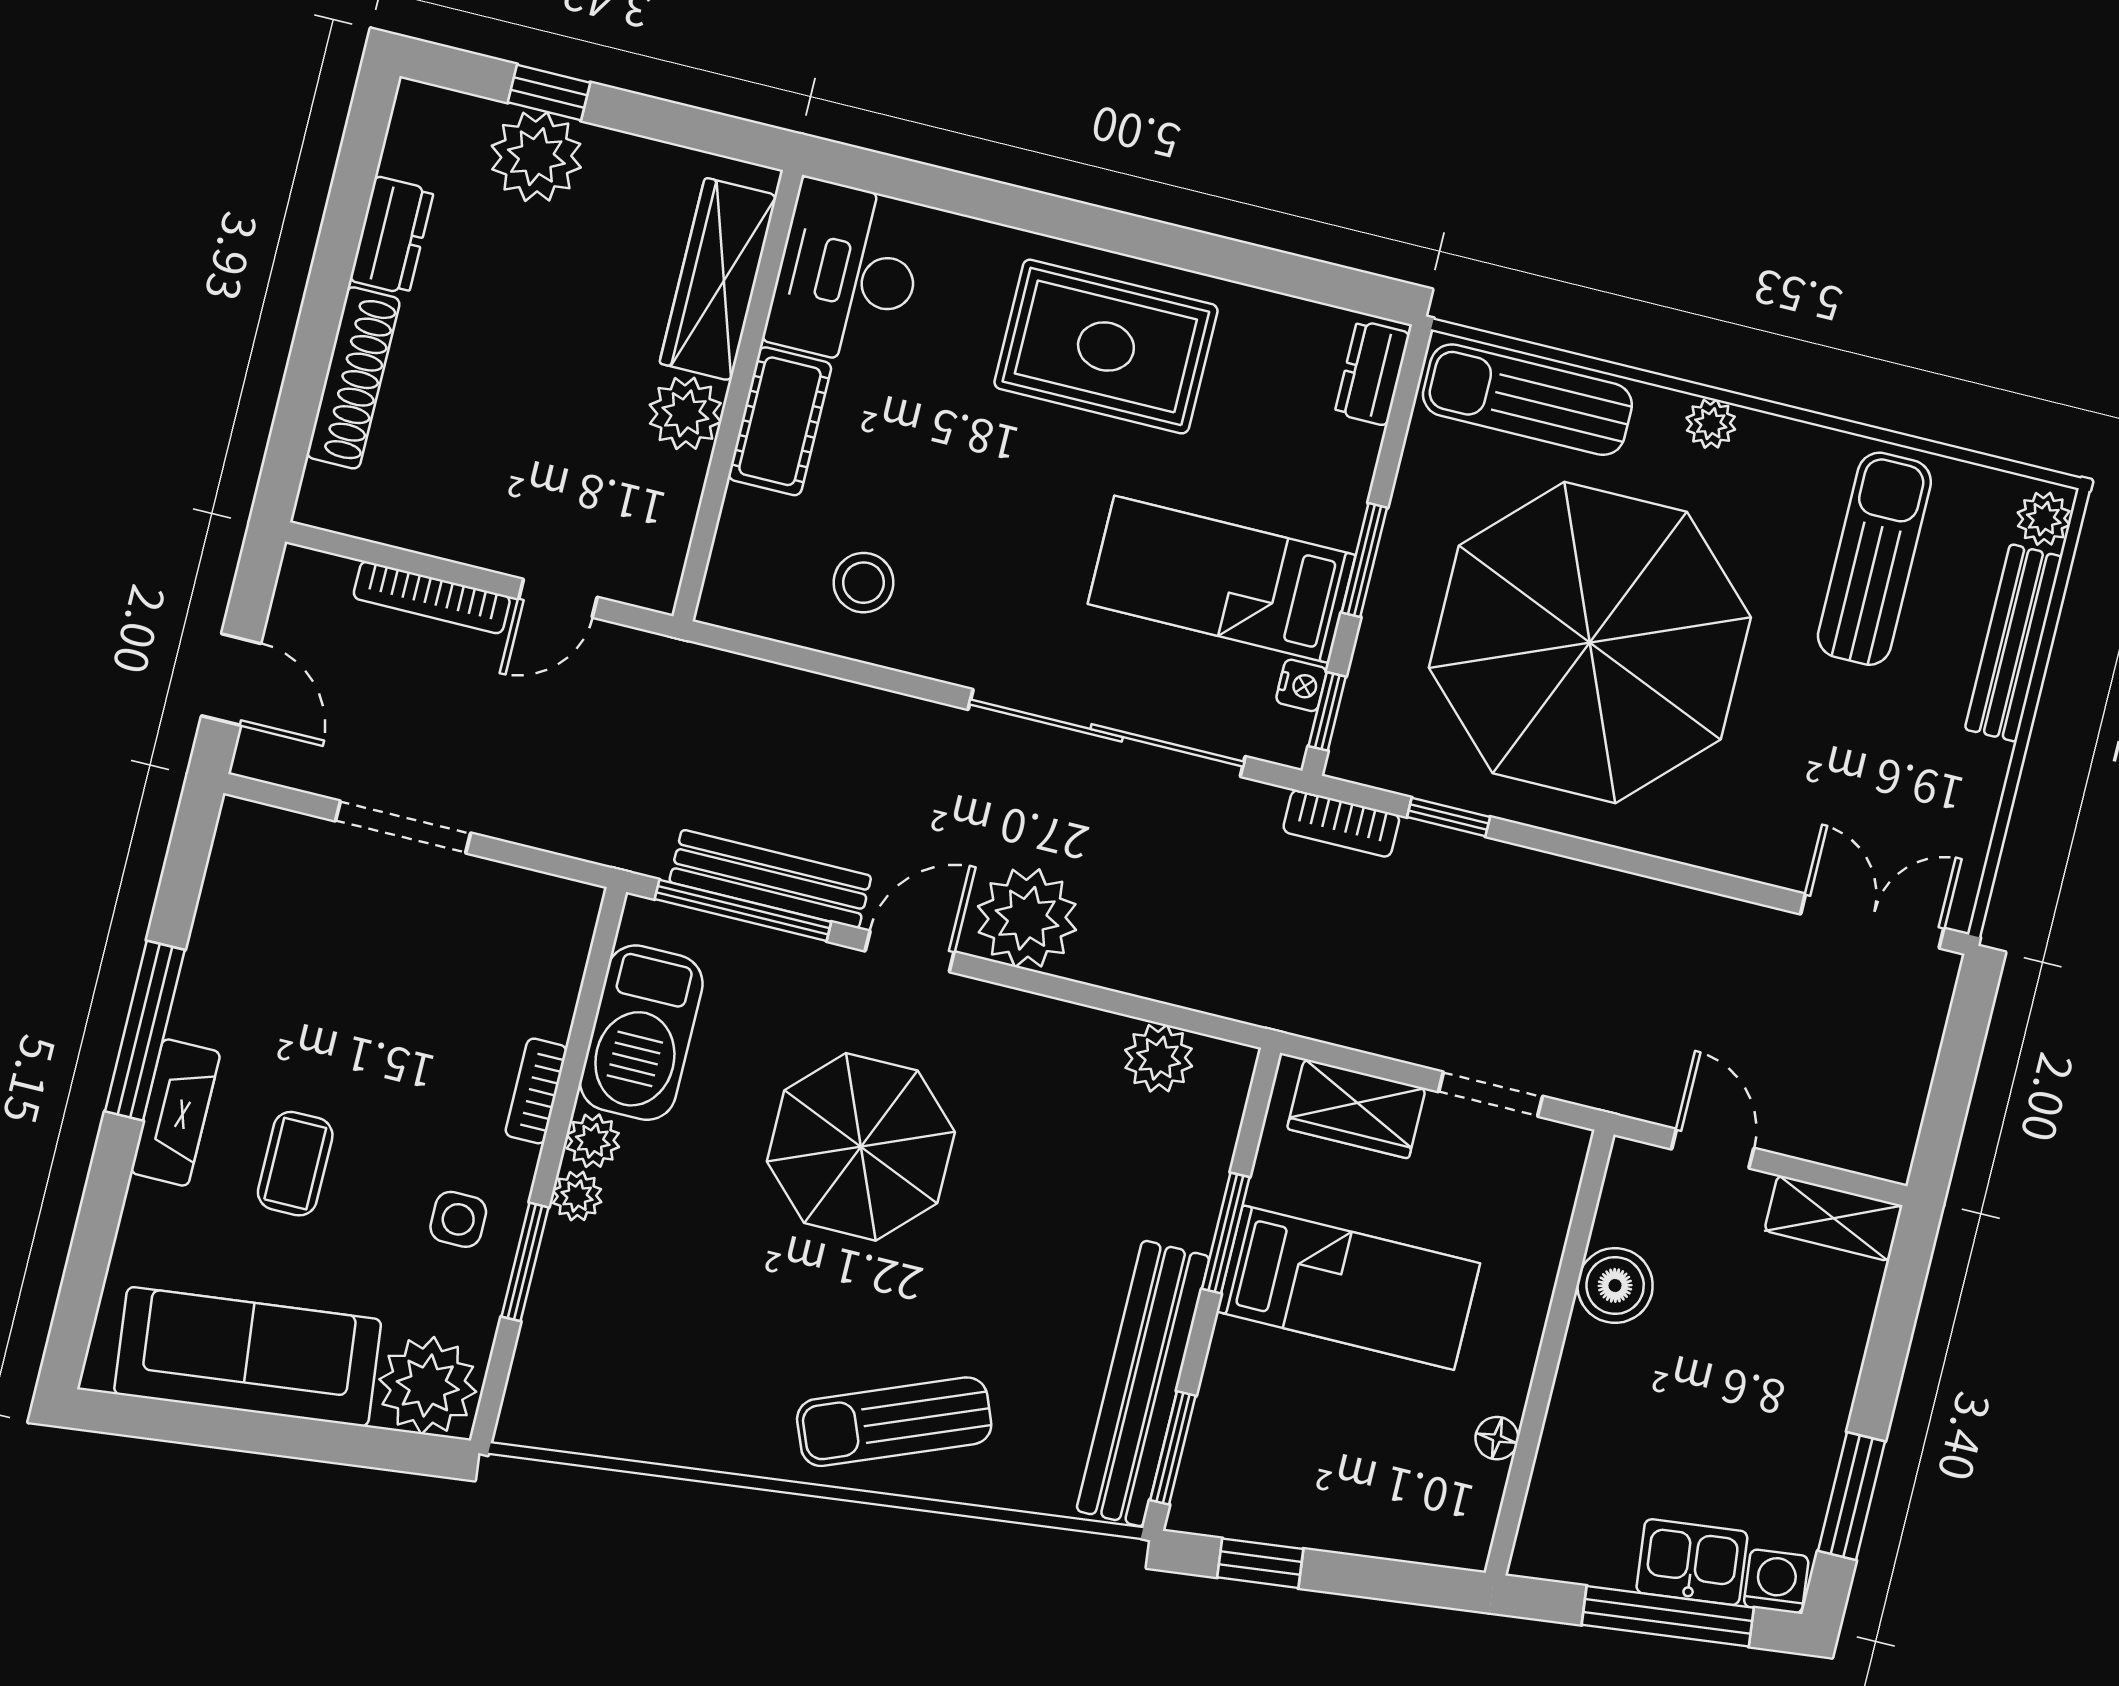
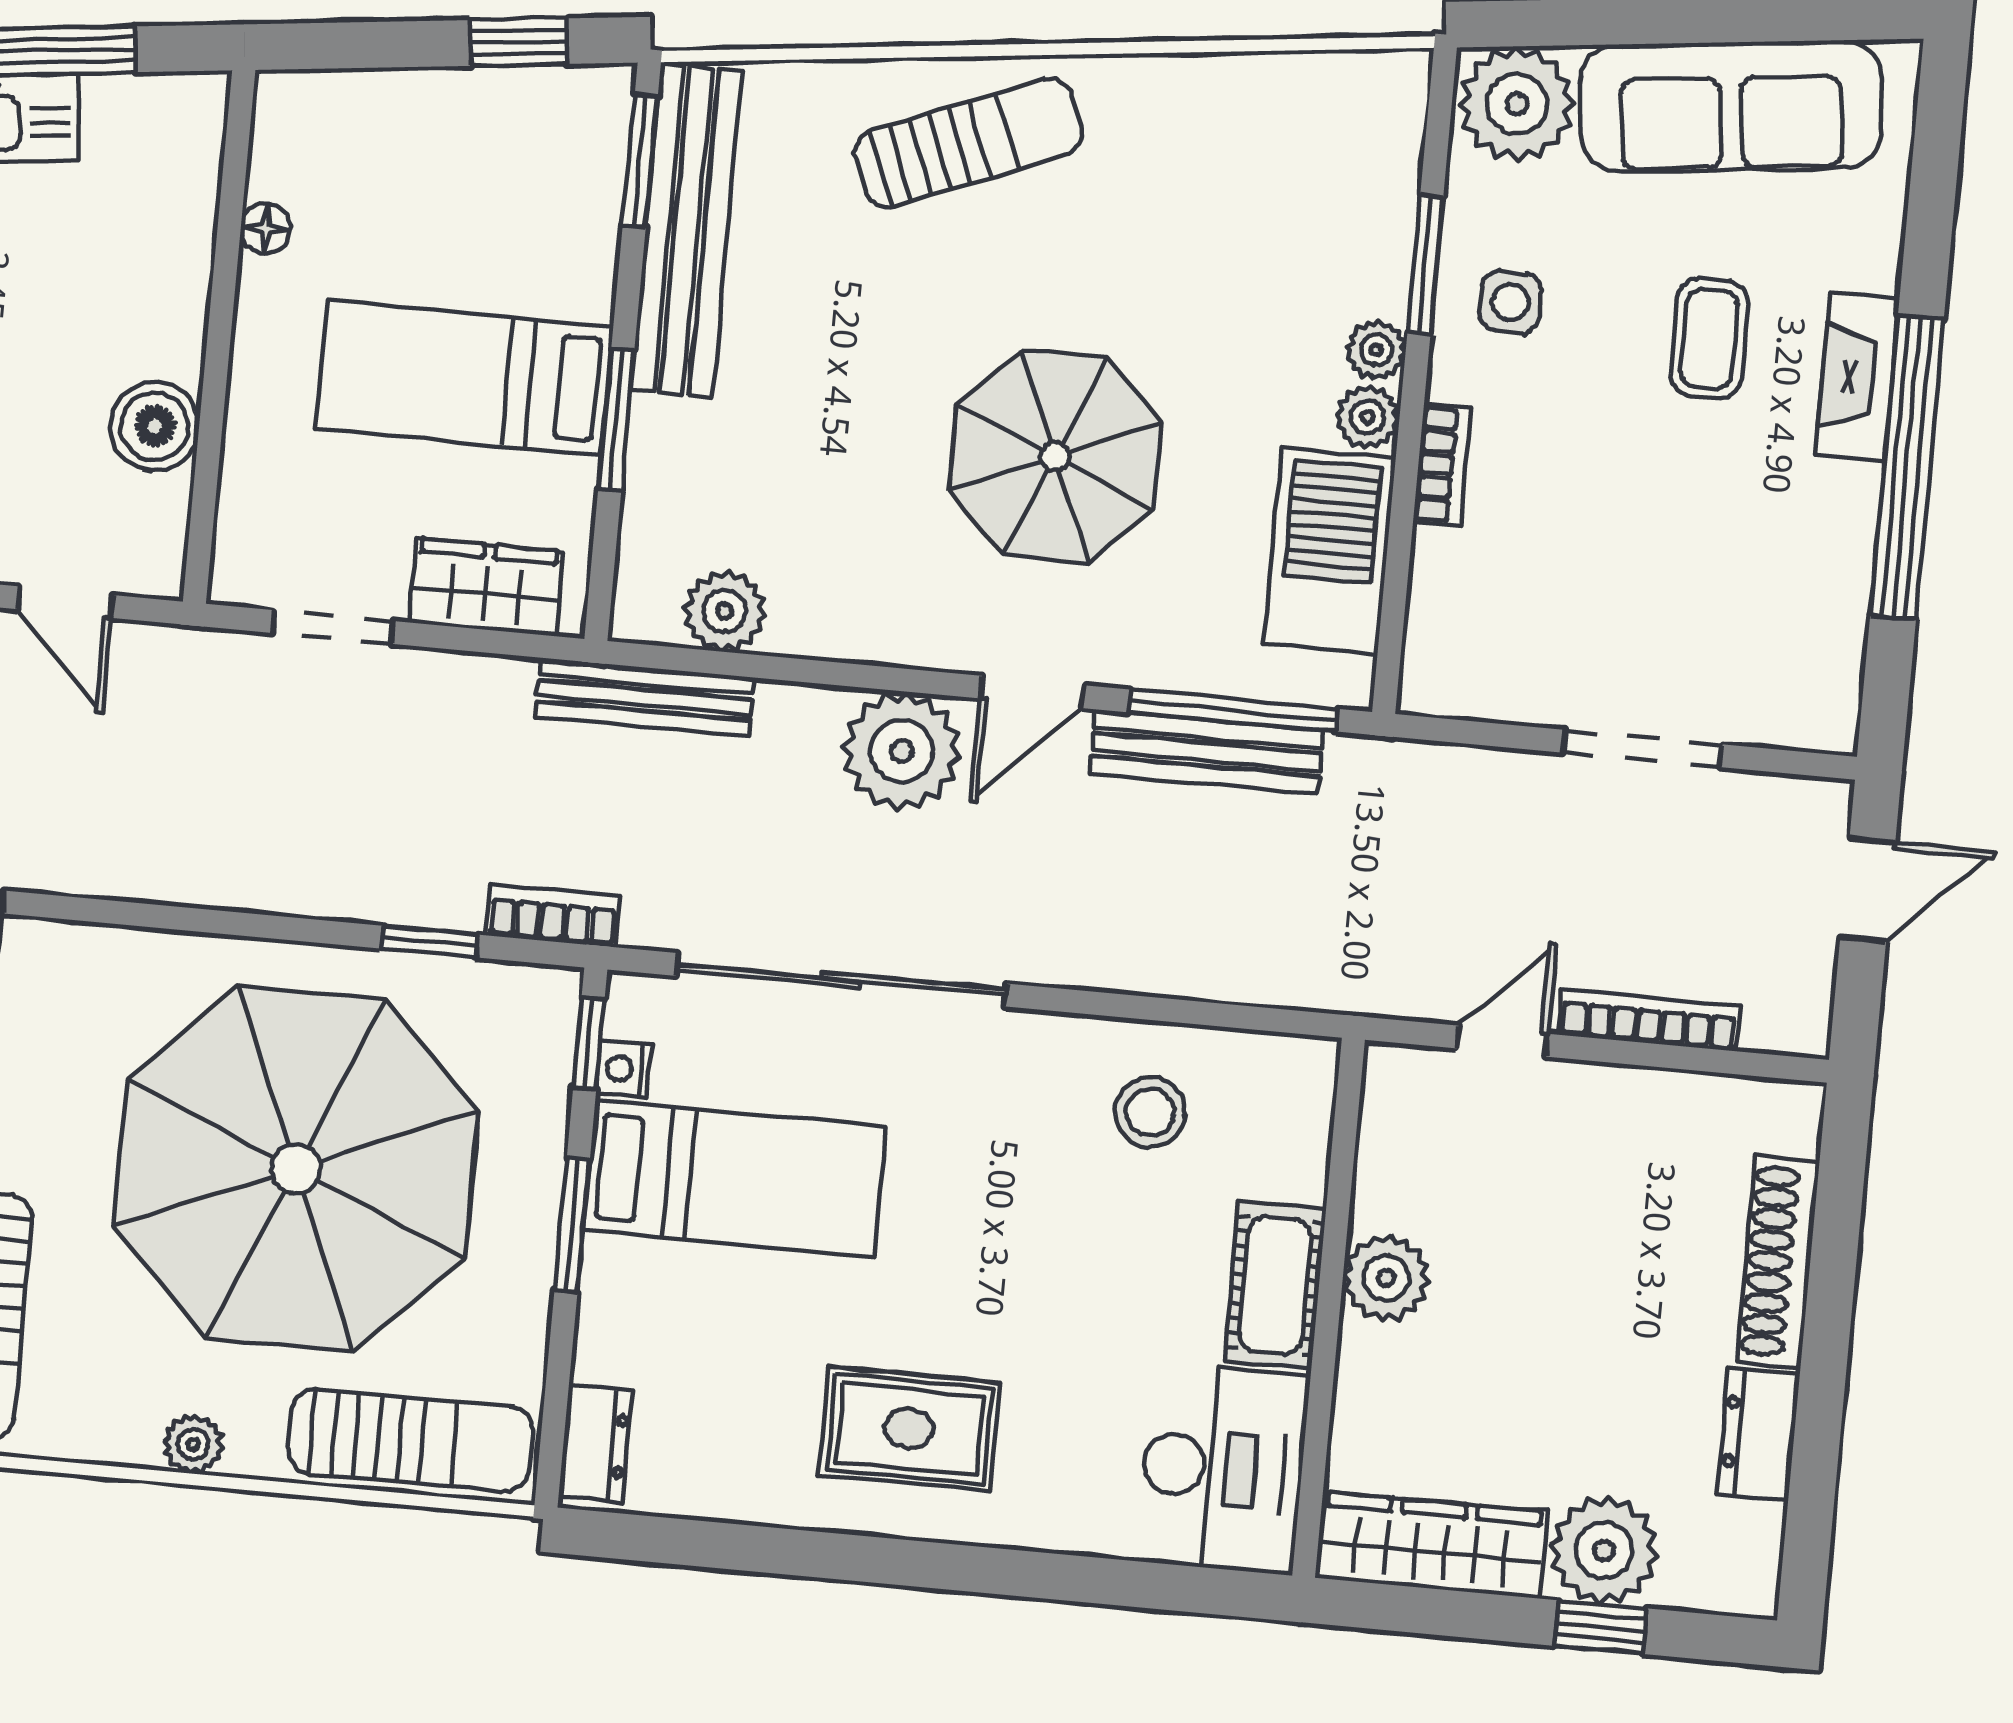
wardrobe: (718, 279) -> (1431, 1545), moved, turned -90
rug: (1106, 347) -> (909, 1429), width x0.73, depth x0.70
door: (231, 680) -> (1868, 890), swing flipped
bench: (1237, 995) -> (645, 697), added
window: (145, 1031) -> (1907, 467), width x1.46

